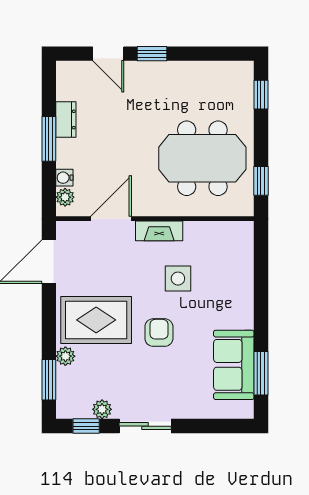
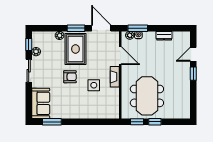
window: (261, 95) -> (155, 122), moved
window: (49, 139) -> (138, 28), moved
sofa: (234, 365) -> (41, 103), moved, turned 90
window: (49, 380) -> (76, 28), moved

